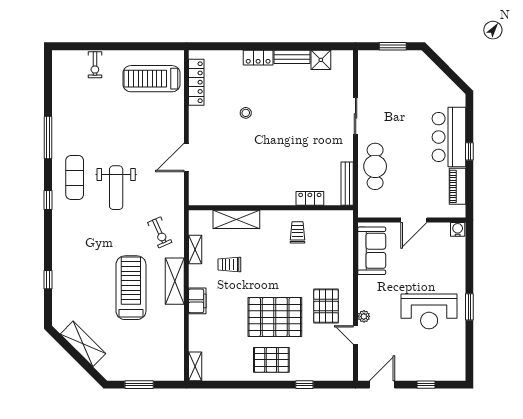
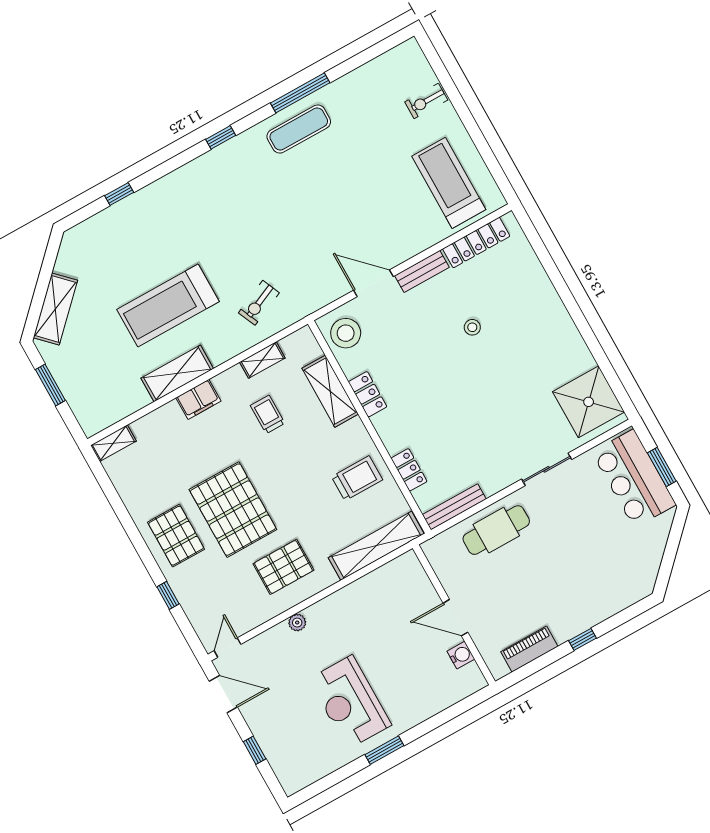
bench: (292, 57) -> (422, 271), moved, turned 90
locker: (258, 58) -> (368, 394), moved, turned 180
shower: (321, 60) -> (589, 402), width x1.86, depth x1.86
bar counter: (449, 137) -> (634, 478), moved, turned -90
exercise mat: (75, 178) -> (299, 129), moved
weight bench: (116, 188) -> (285, 215), removed
stool: (207, 191) -> (346, 333), added
water cooler: (458, 229) -> (461, 655), moved
trolley: (298, 232) -> (357, 478), width x1.36, depth x1.39
shelving: (344, 243) -> (376, 546), added
sofa: (372, 251) -> (386, 586), removed
shelving: (175, 281) -> (177, 373), moved
treadmill: (131, 288) -> (168, 306), turned 180
door: (356, 335) -> (228, 648), moved
shelving: (83, 344) -> (55, 309), moved

